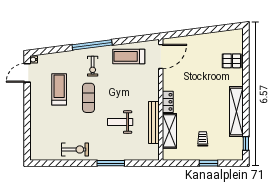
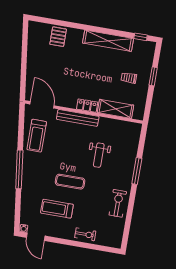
exercise bike: (93, 66) -> (85, 234), moved
bench: (154, 123) -> (78, 118), moved

